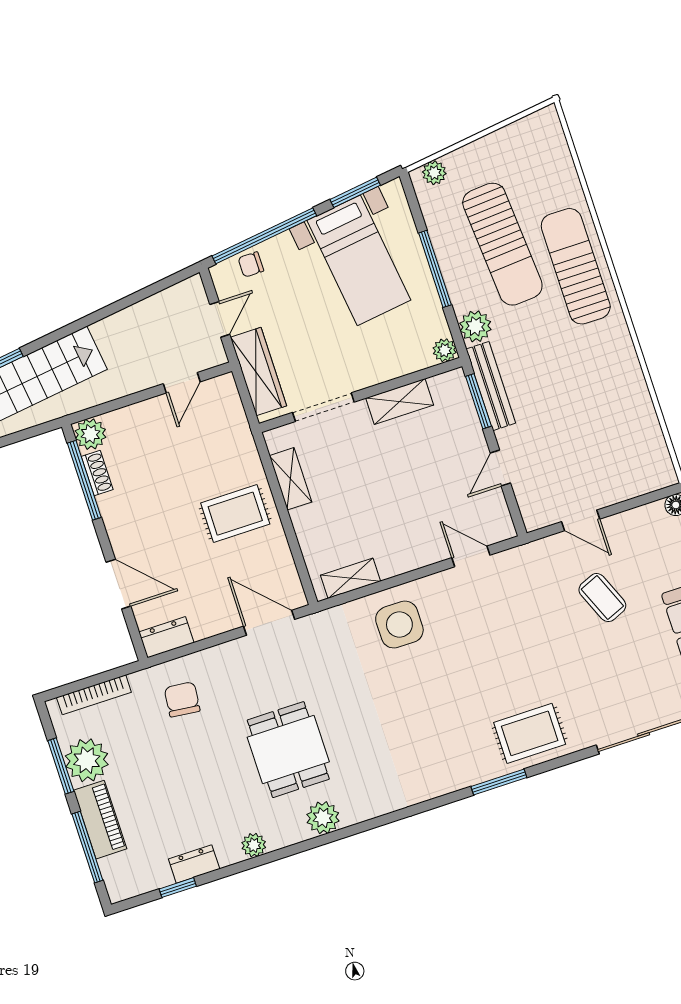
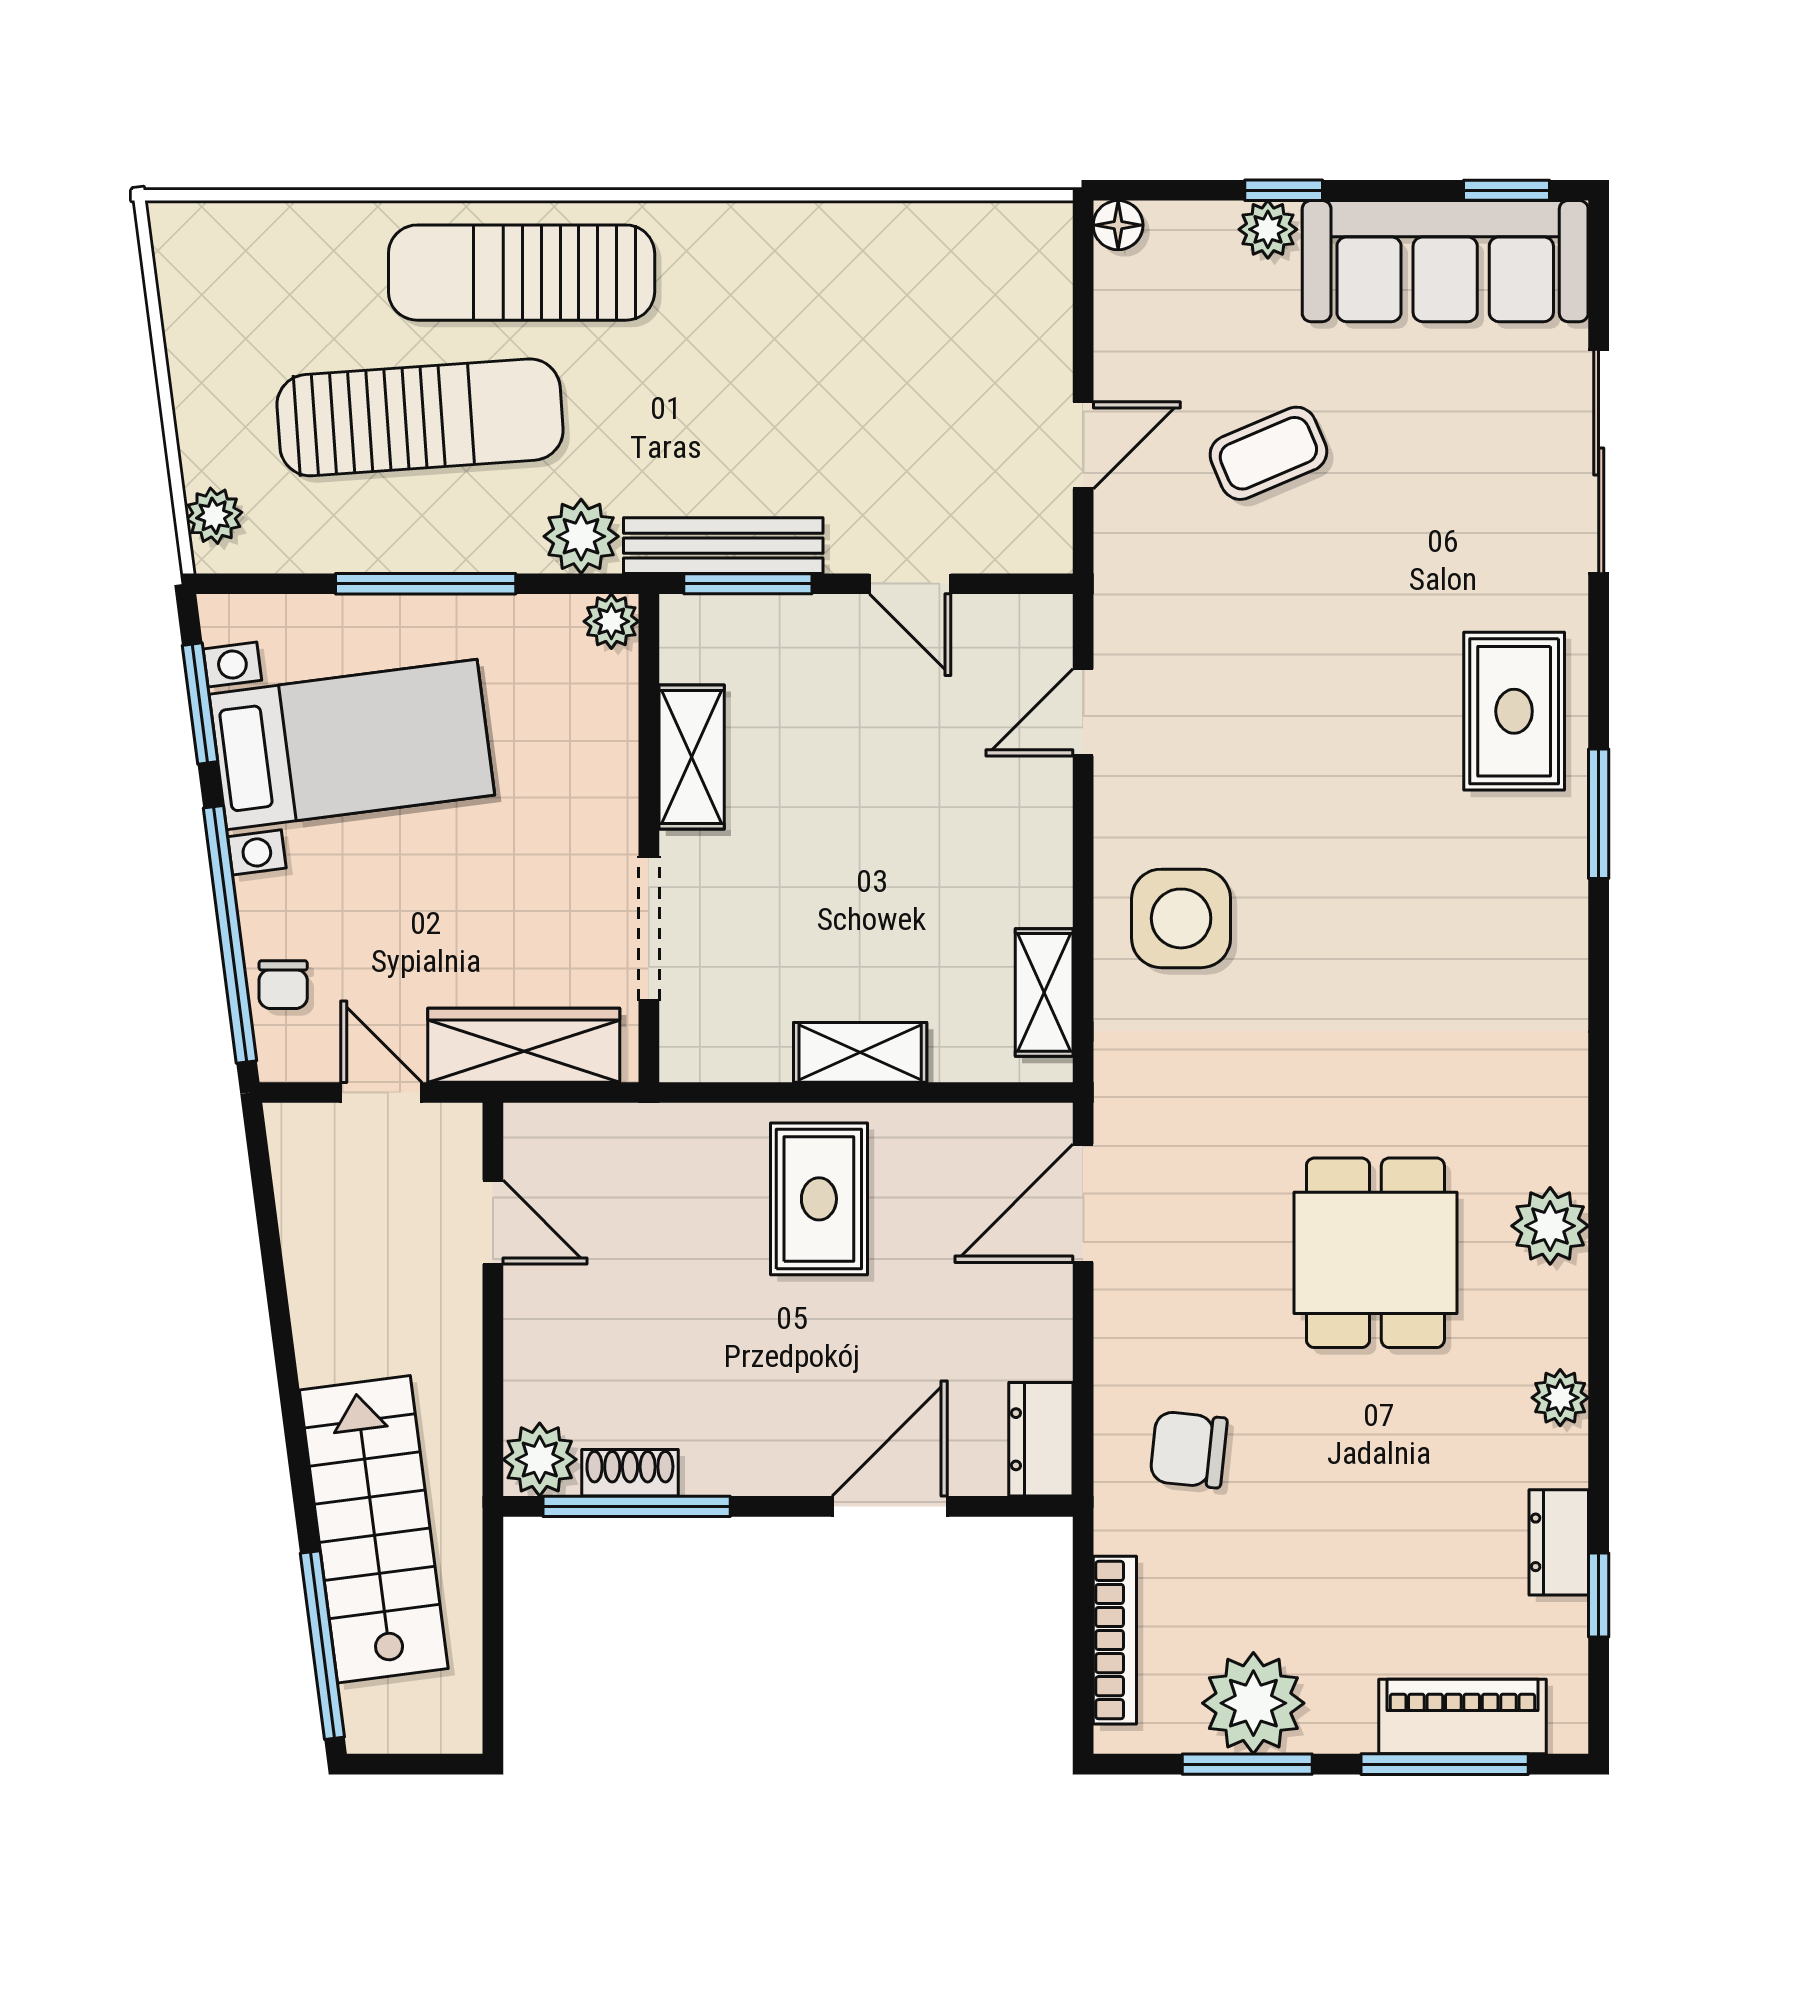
shelving: (290, 479) -> (860, 1052), moved
dining table: (288, 750) -> (1375, 1253), turned 90
piano: (100, 820) -> (1462, 1717), moved

